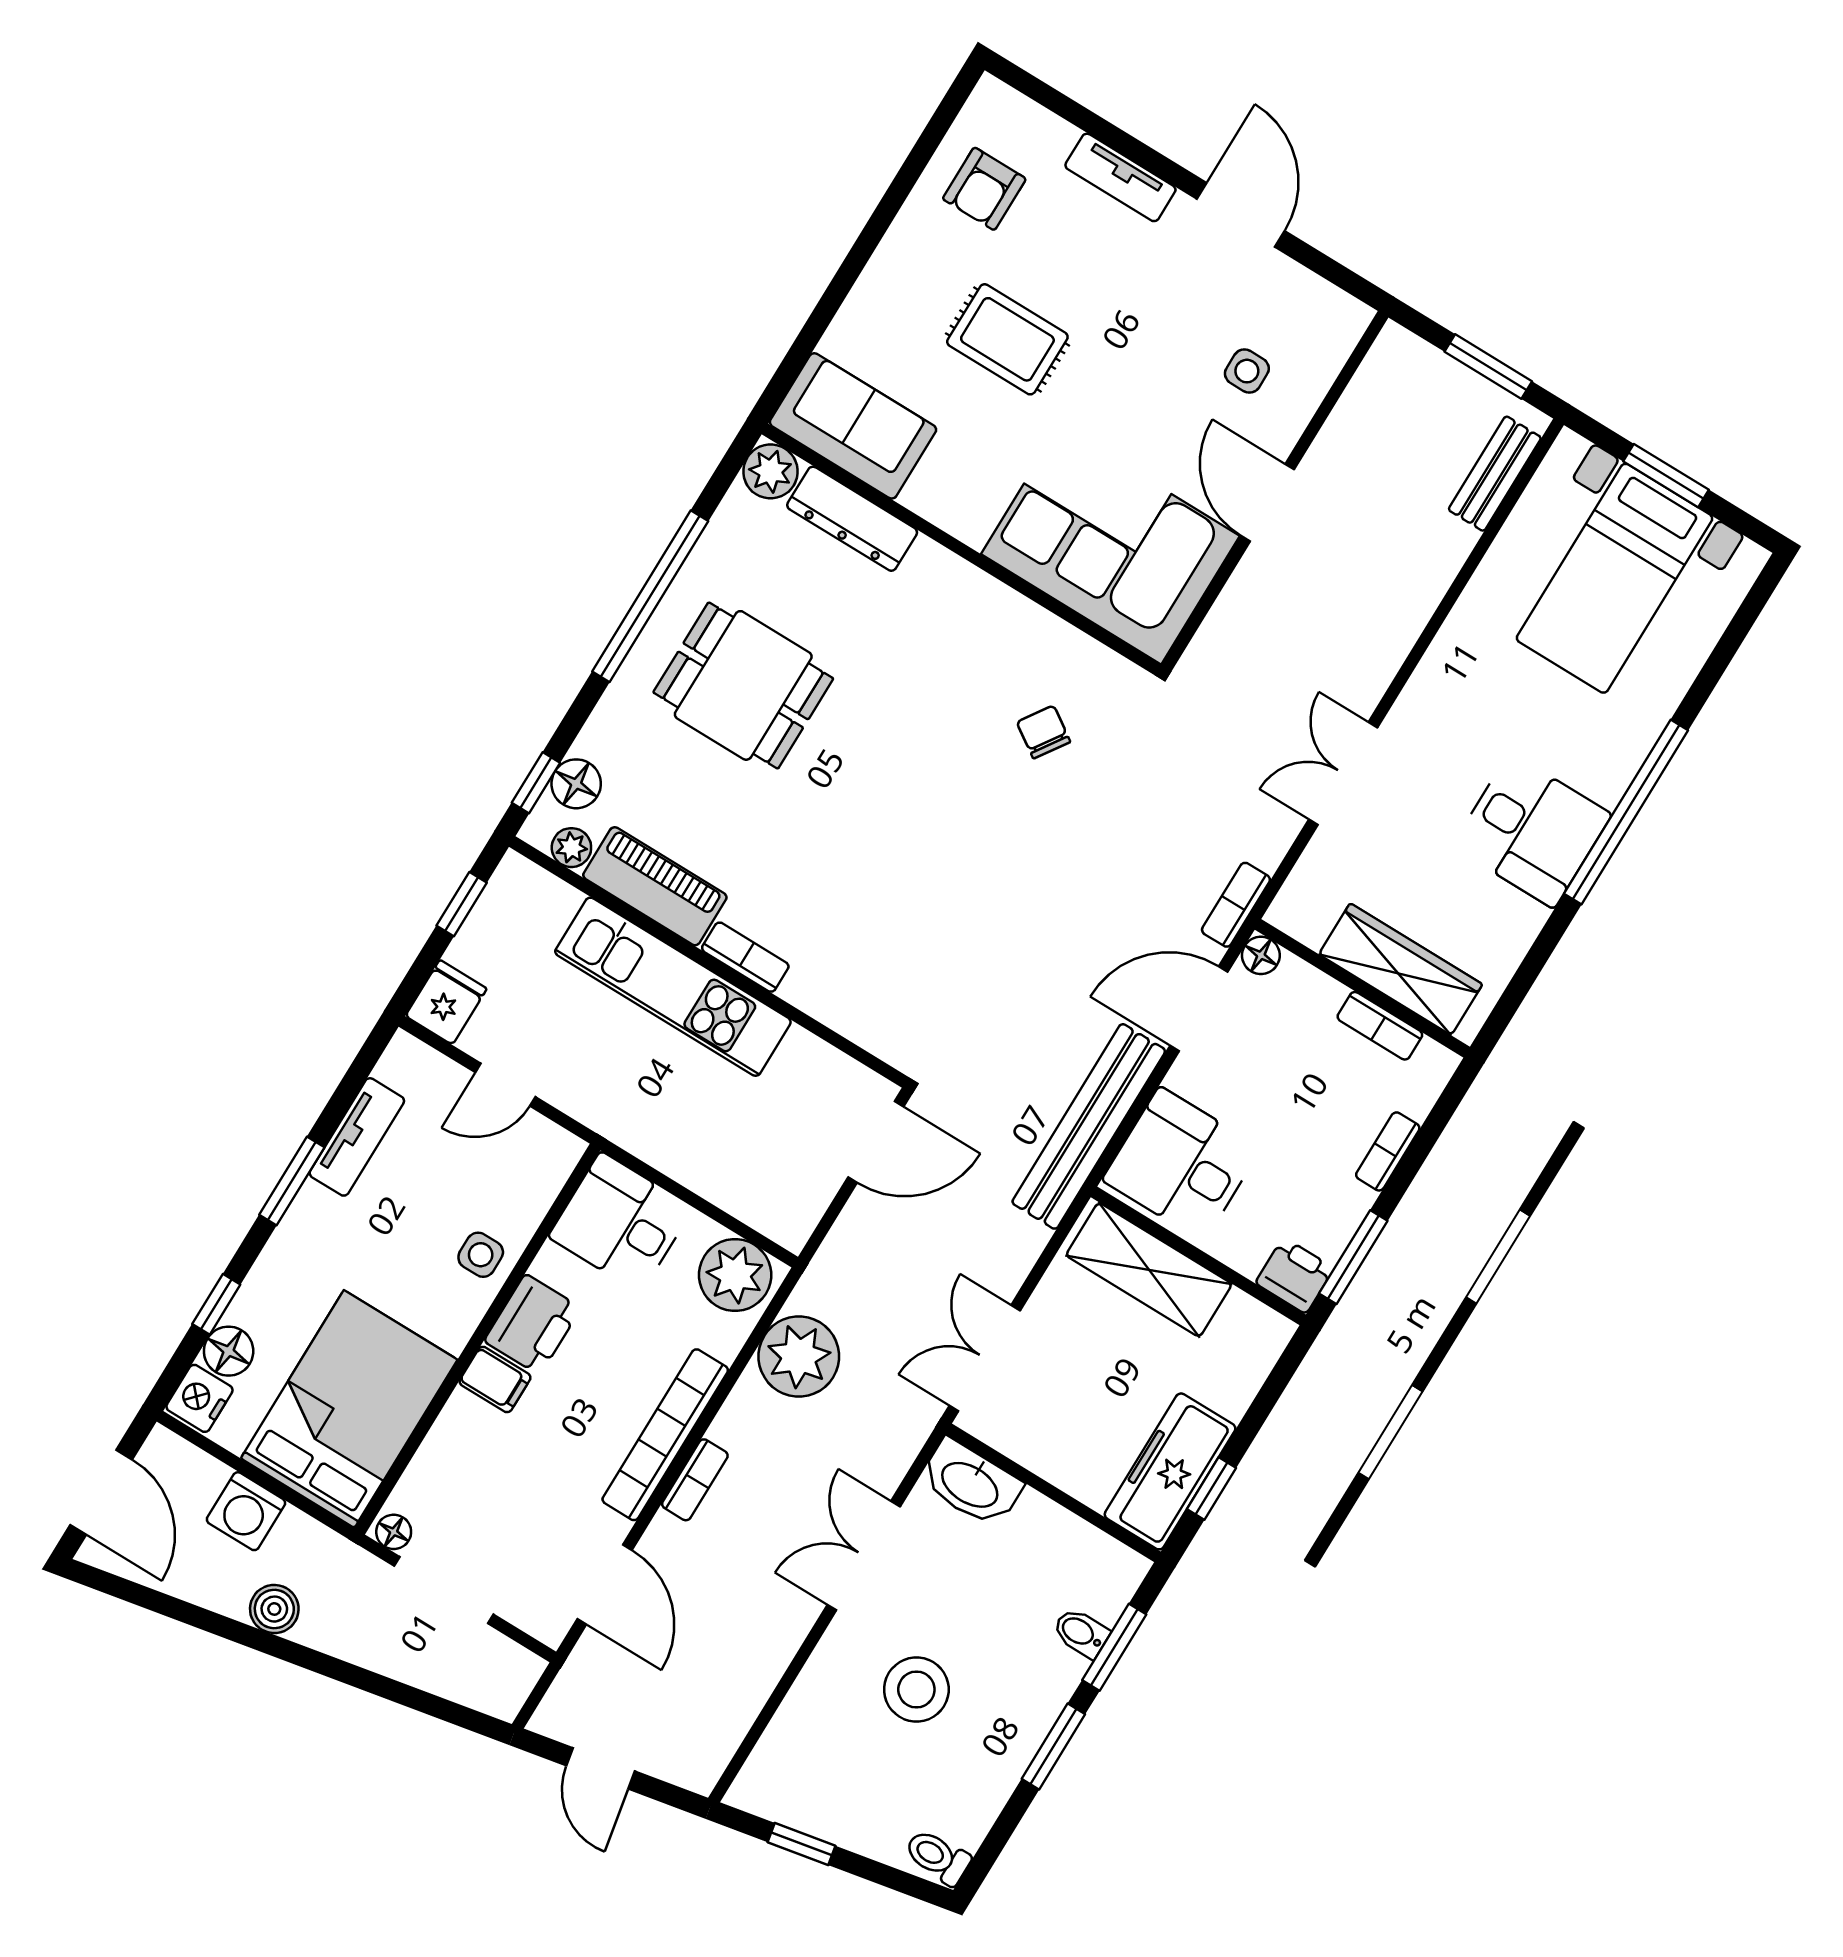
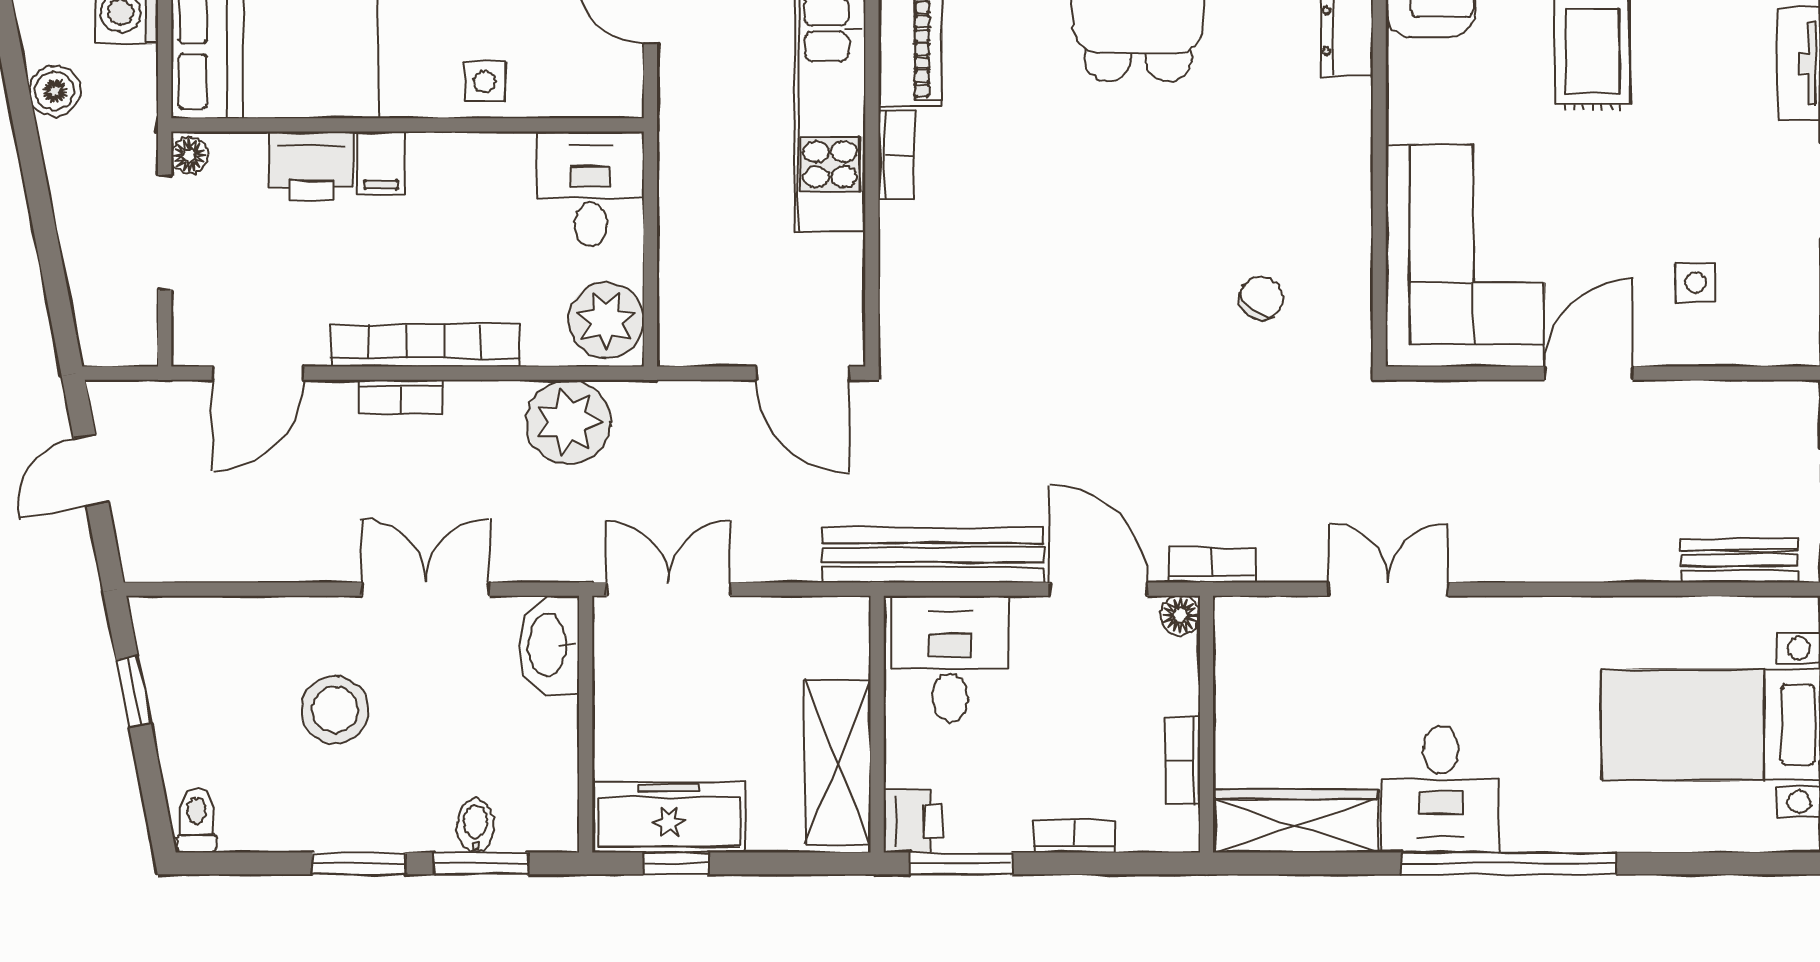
wardrobe: (1401, 969) -> (1296, 821), moved, turned -90
shelving: (1149, 1270) -> (838, 762), moved
printer: (533, 1324) -> (311, 166), moved

